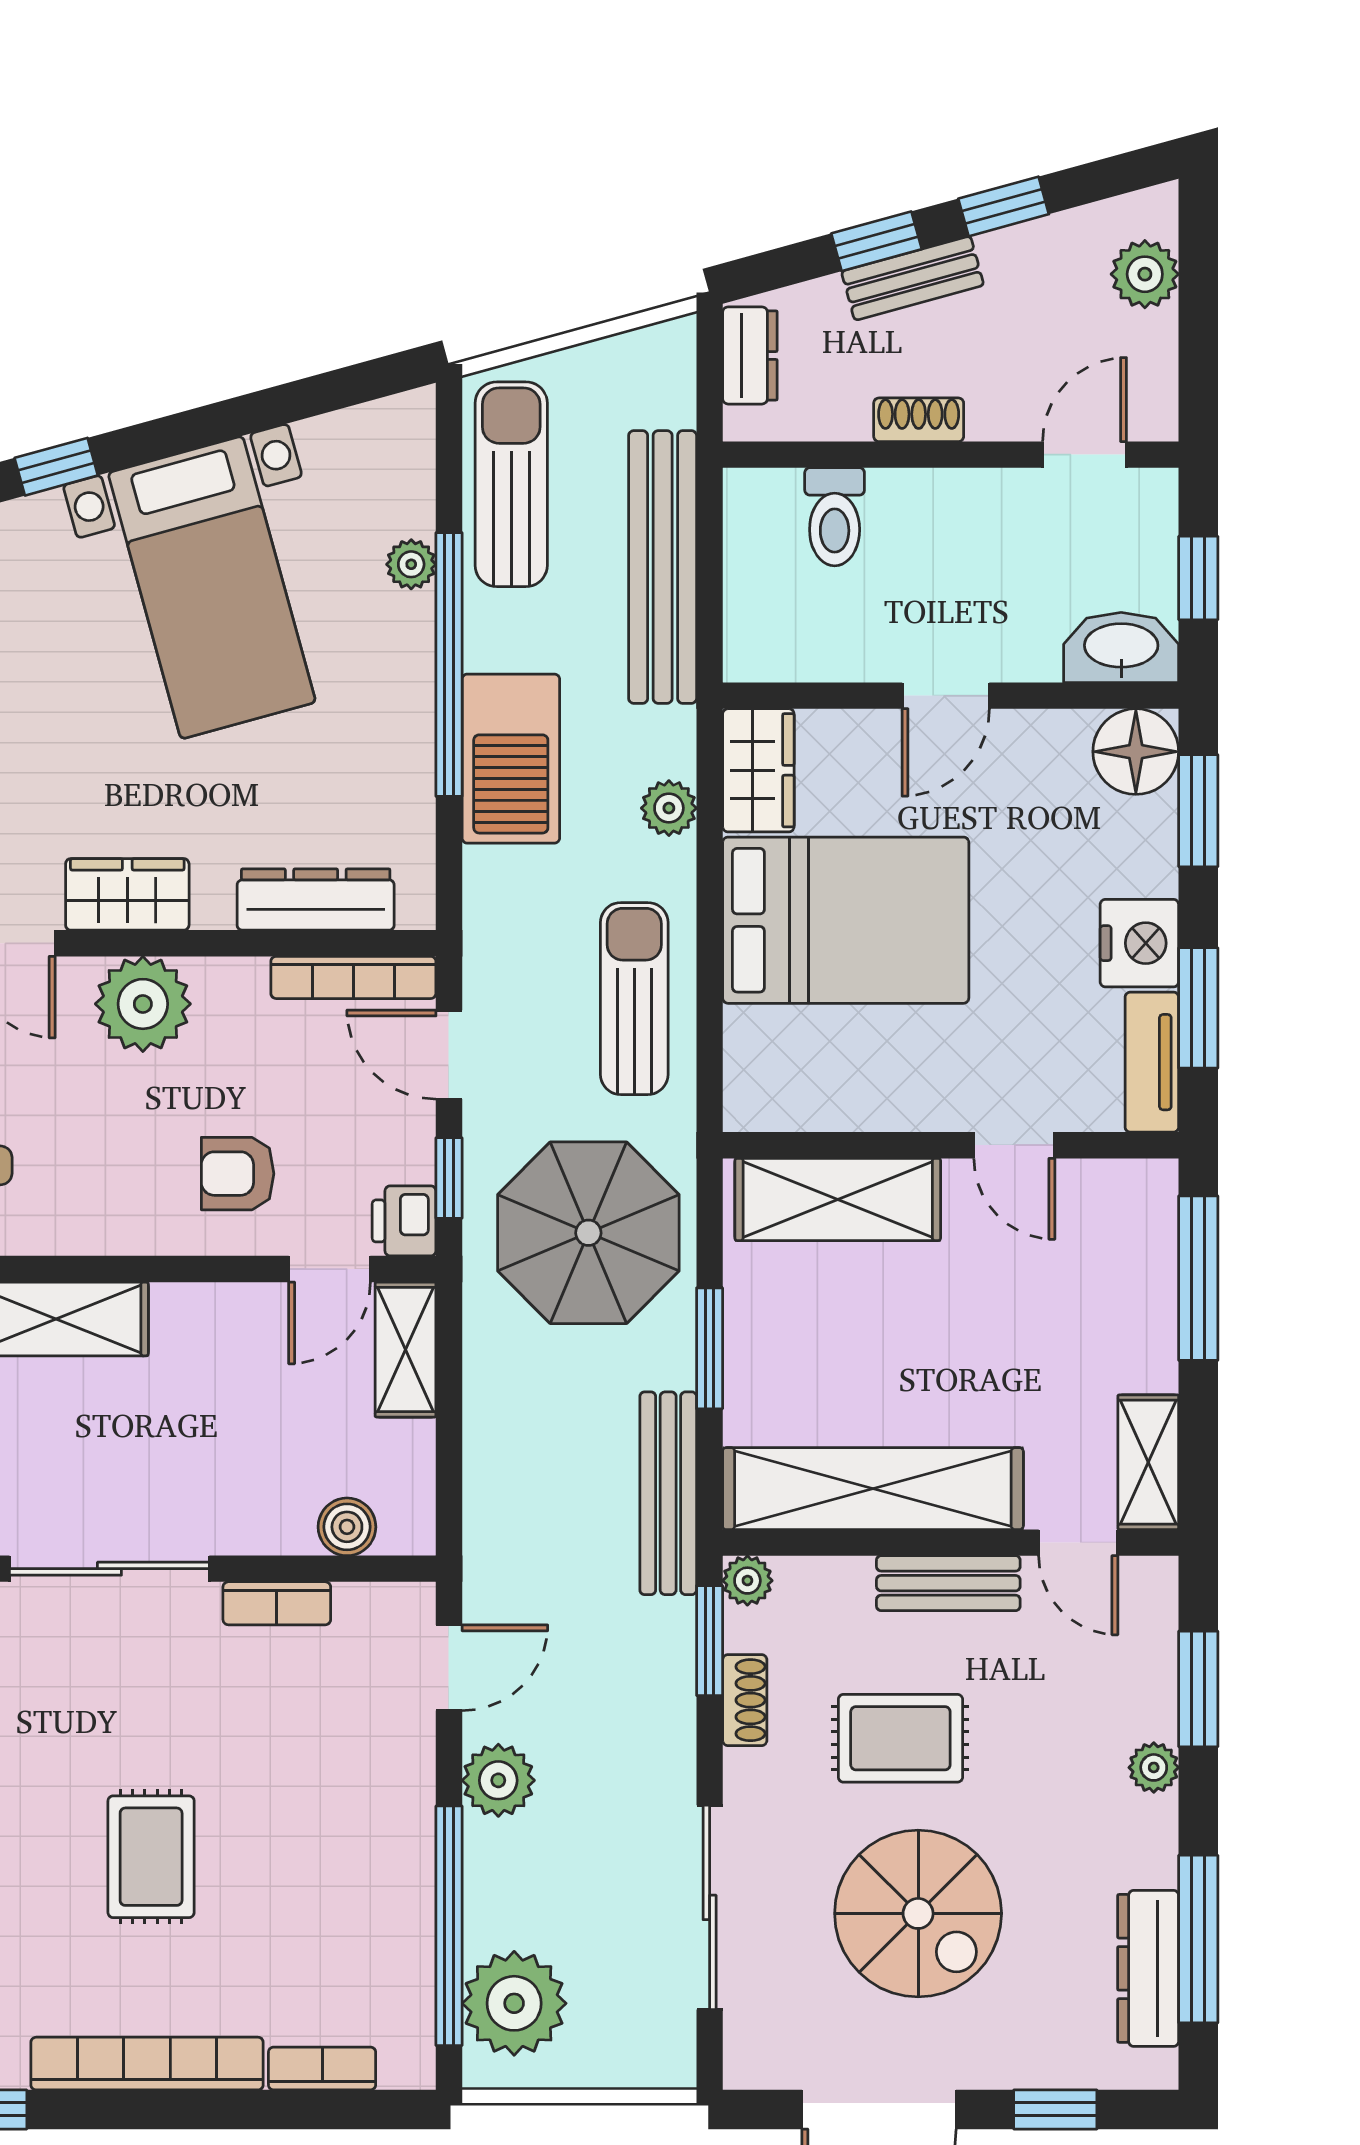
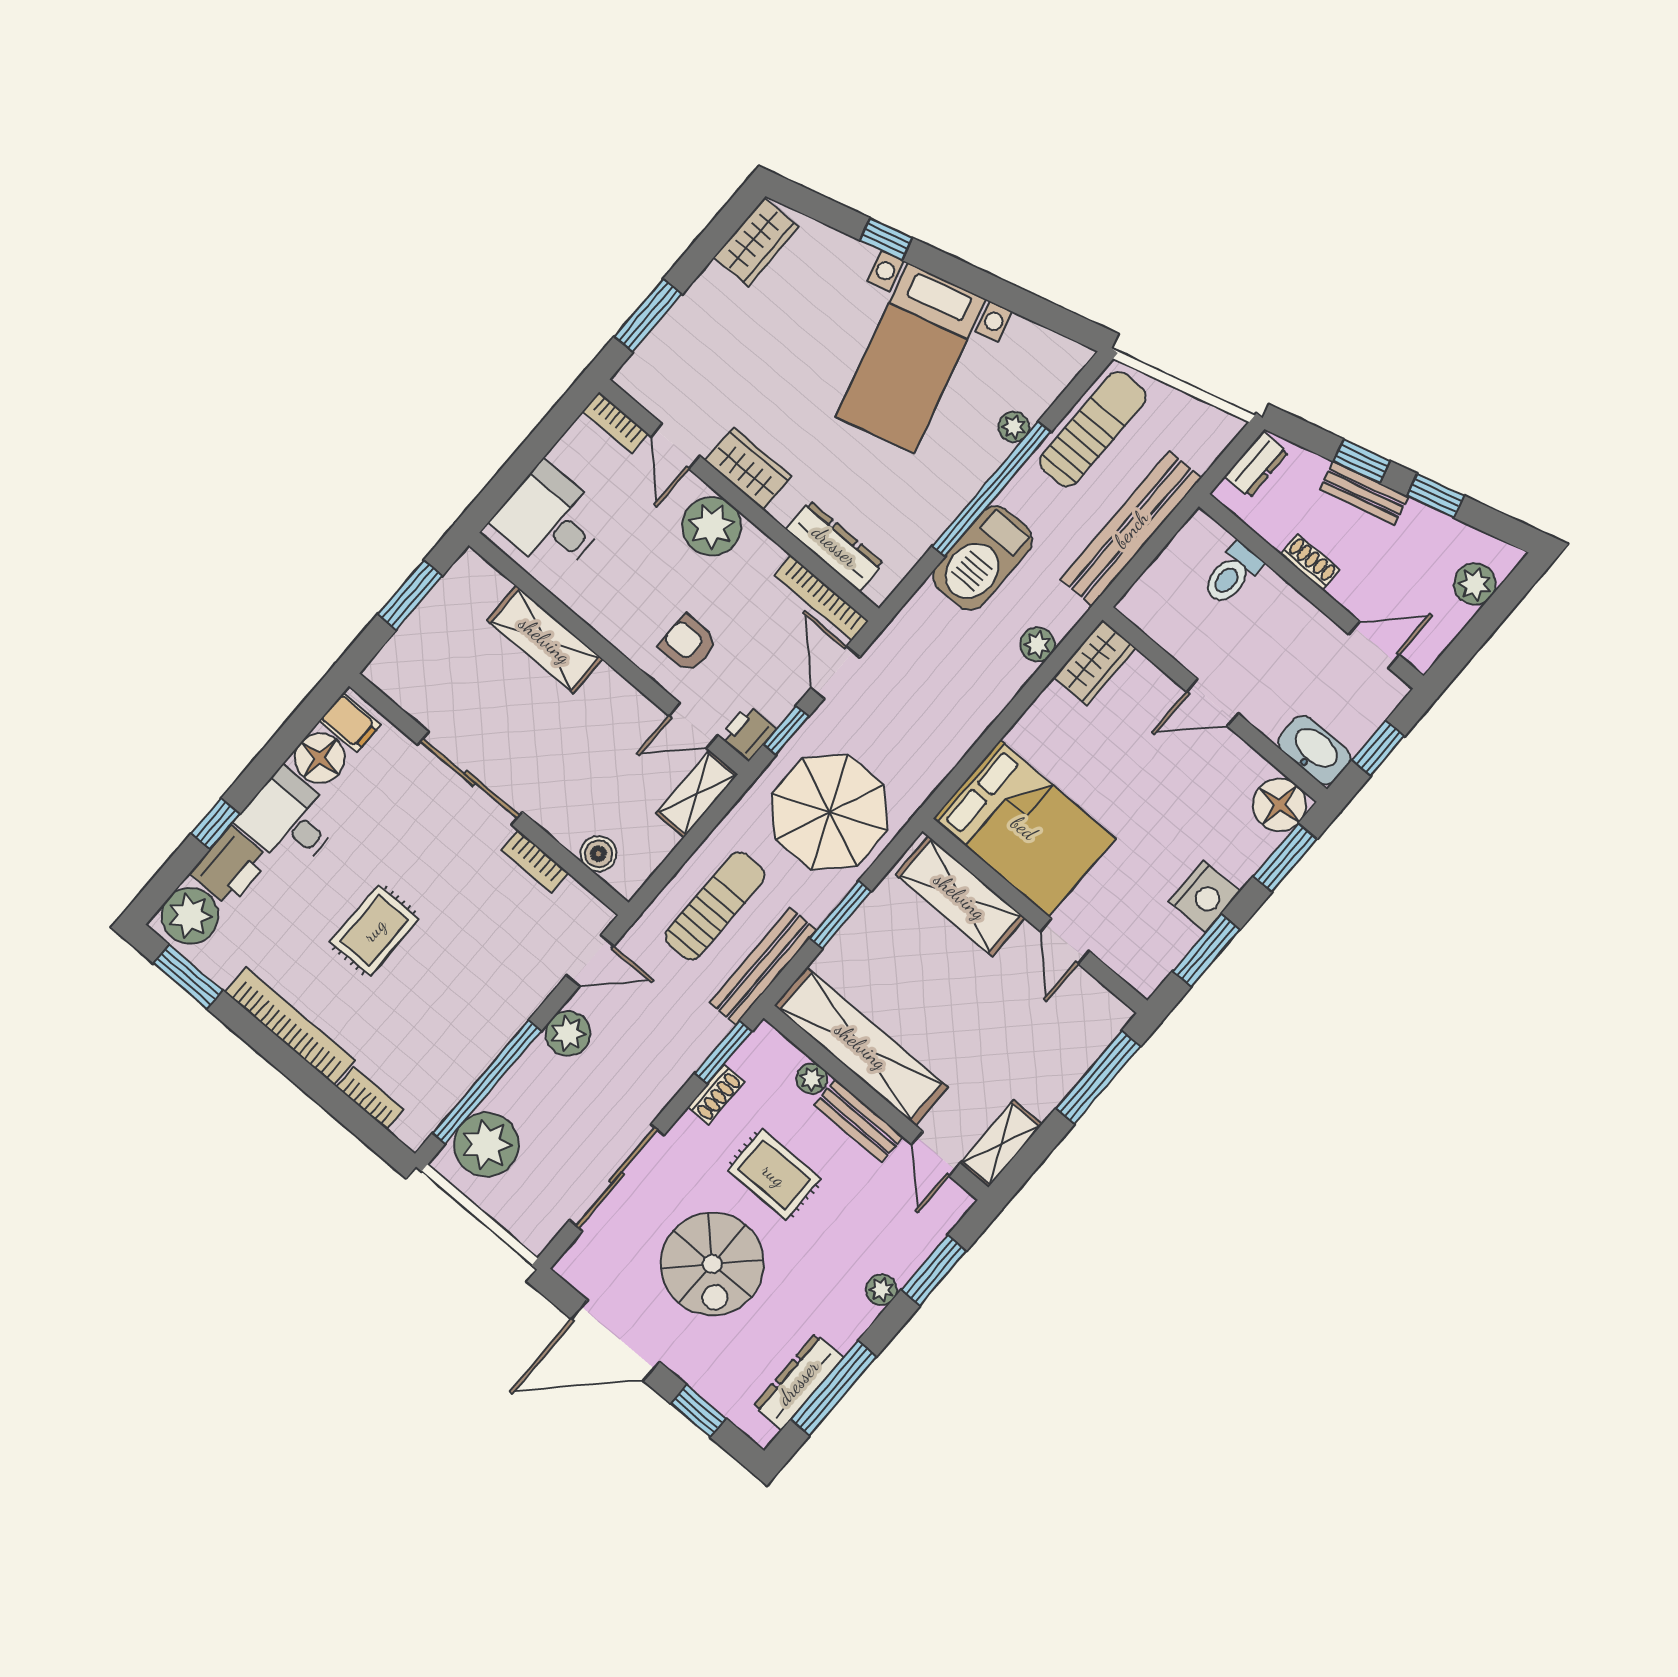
bed: (846, 920) -> (1024, 828), moved
sun lounger: (634, 999) -> (715, 906), moved
tv unit: (1152, 1062) -> (1163, 957), removed
plant: (747, 1581) -> (812, 1079), moved

